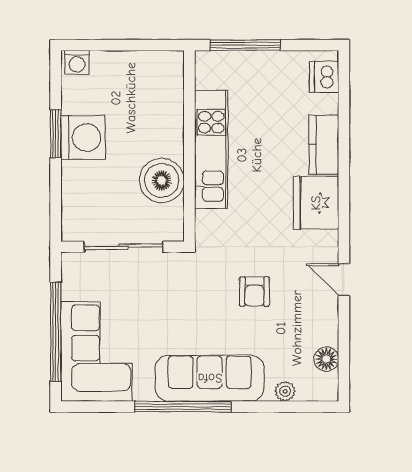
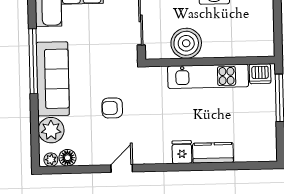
dishwasher: (324, 77) -> (260, 74), moved, turned 180
fridge: (316, 203) -> (182, 152), width x0.53, depth x0.75
plant: (328, 384) -> (51, 160), added
plant: (285, 391) -> (51, 130), width x1.88, depth x1.88

